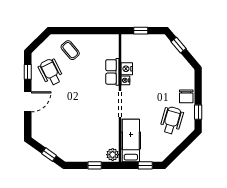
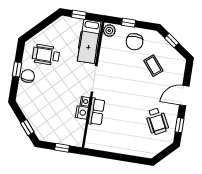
coffee table: (70, 50) -> (153, 66), moved
window: (198, 112) -> (17, 69), moved
wheelchair: (172, 120) -> (46, 55), turned 74
chair: (86, 147) -> (135, 42), added

